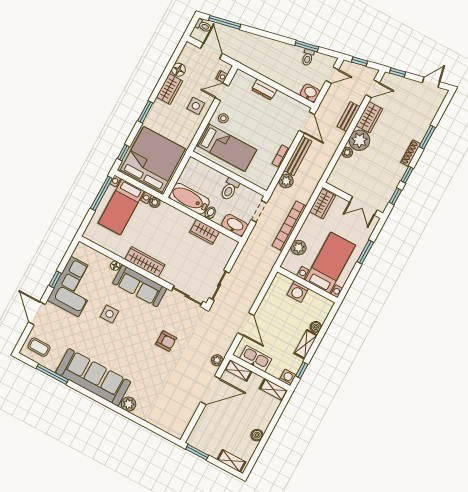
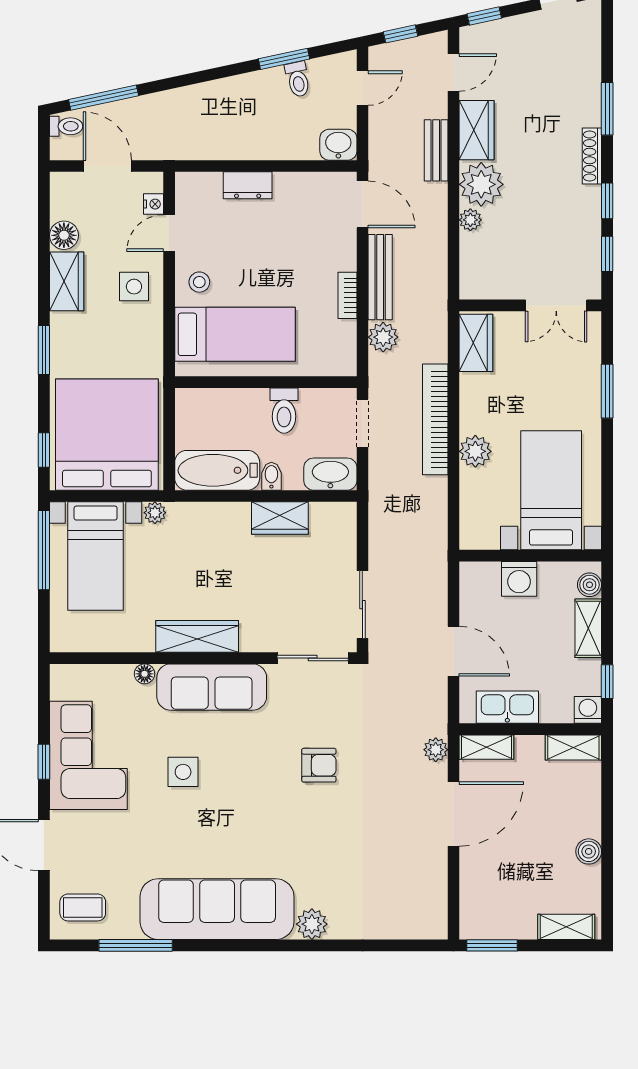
bed with nightstands: (330, 263) -> (551, 490), moved
wall: (307, 285) -> (530, 556), moved
washing machine: (298, 292) -> (519, 579), moved

